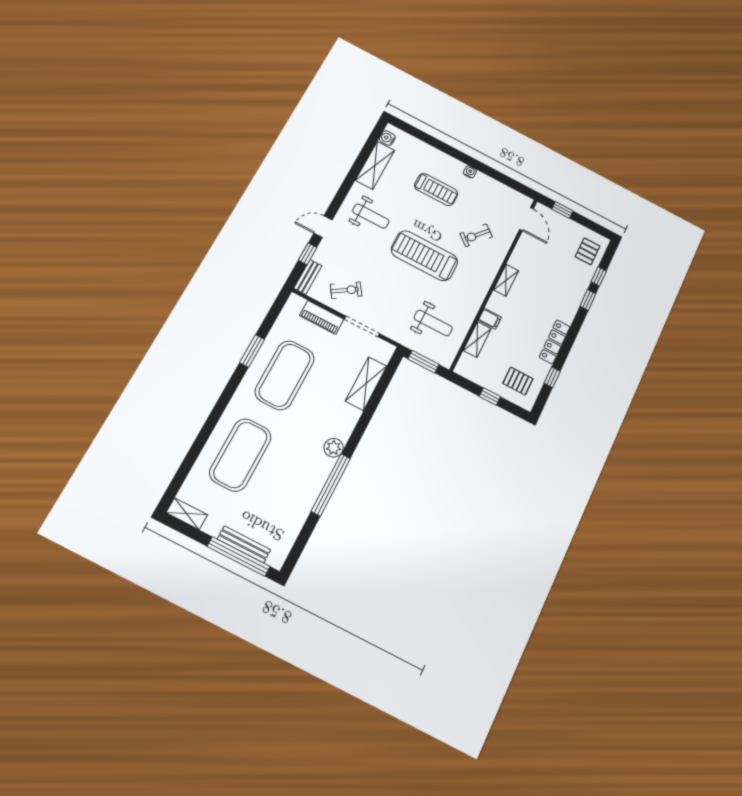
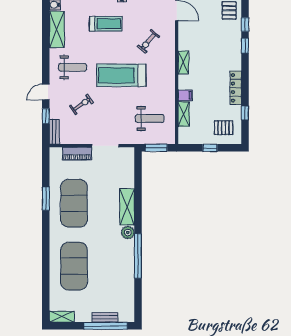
exercise bike: (346, 290) -> (82, 104), moved
shelving: (366, 384) -> (127, 207), moved
bench: (244, 544) -> (105, 317), width x0.73

